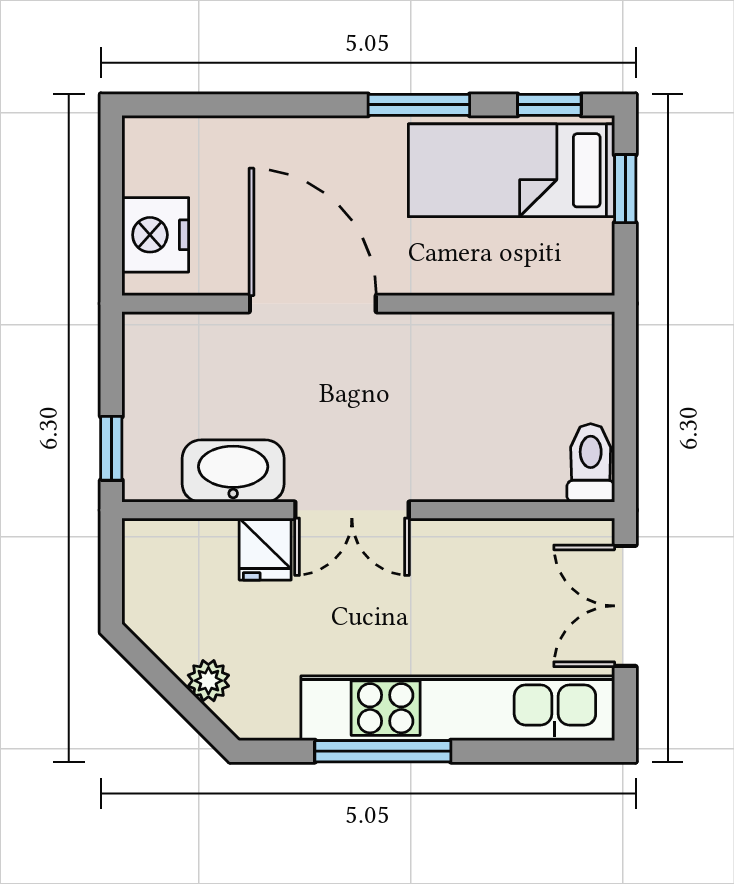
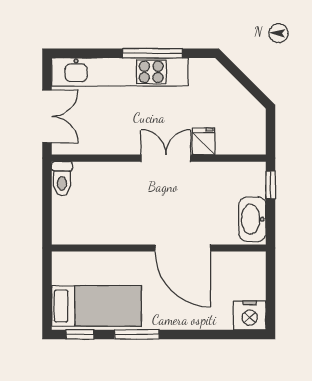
window: (625, 189) -> (47, 298), removed
nightstand: (155, 235) -> (250, 315), moved, turned 90
washbasin: (233, 471) -> (252, 219), moved, turned 90
plant: (208, 681) -> (228, 84), removed

